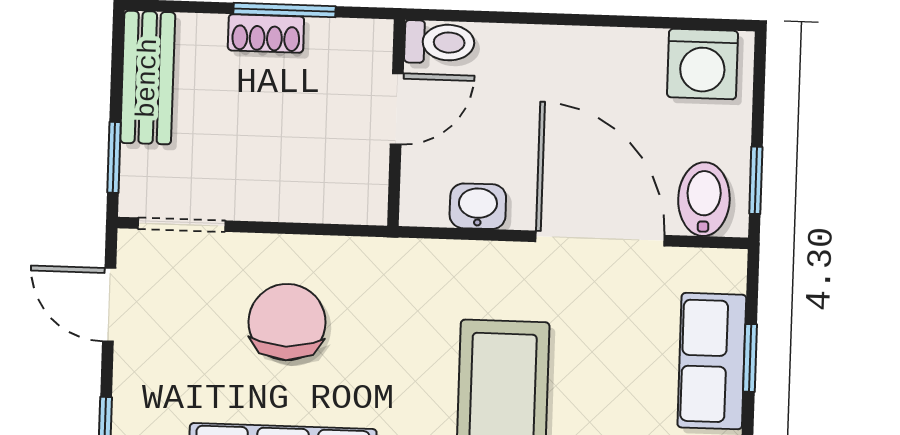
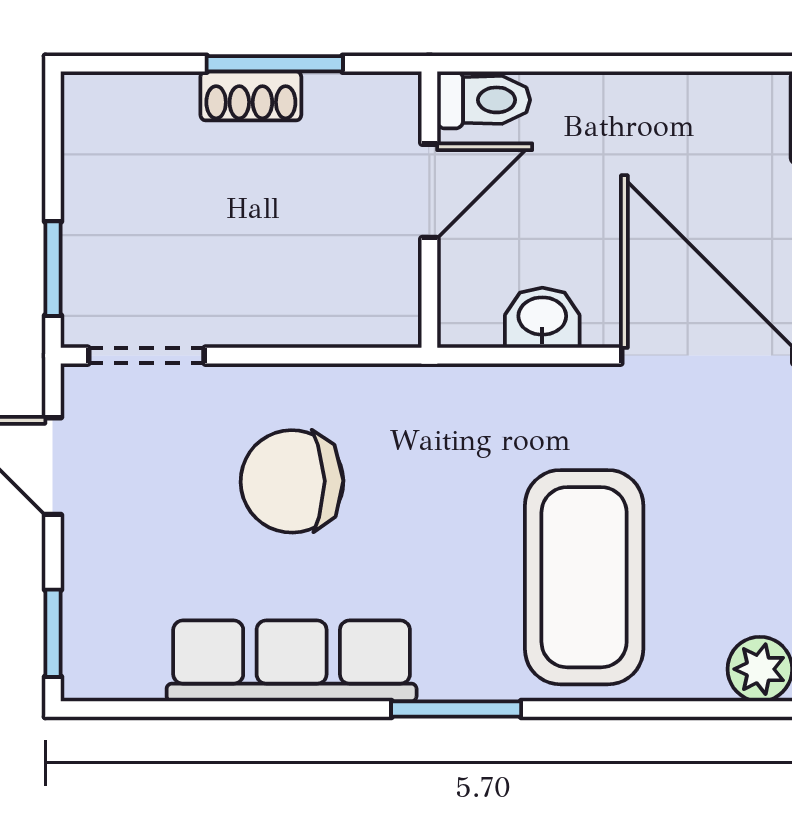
bench: (148, 78) -> (95, 160), removed
chair: (287, 322) -> (292, 481), turned -91

